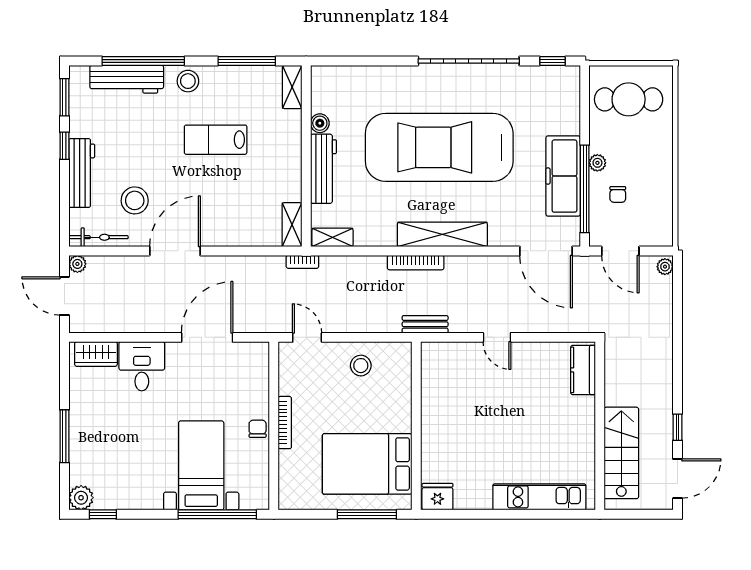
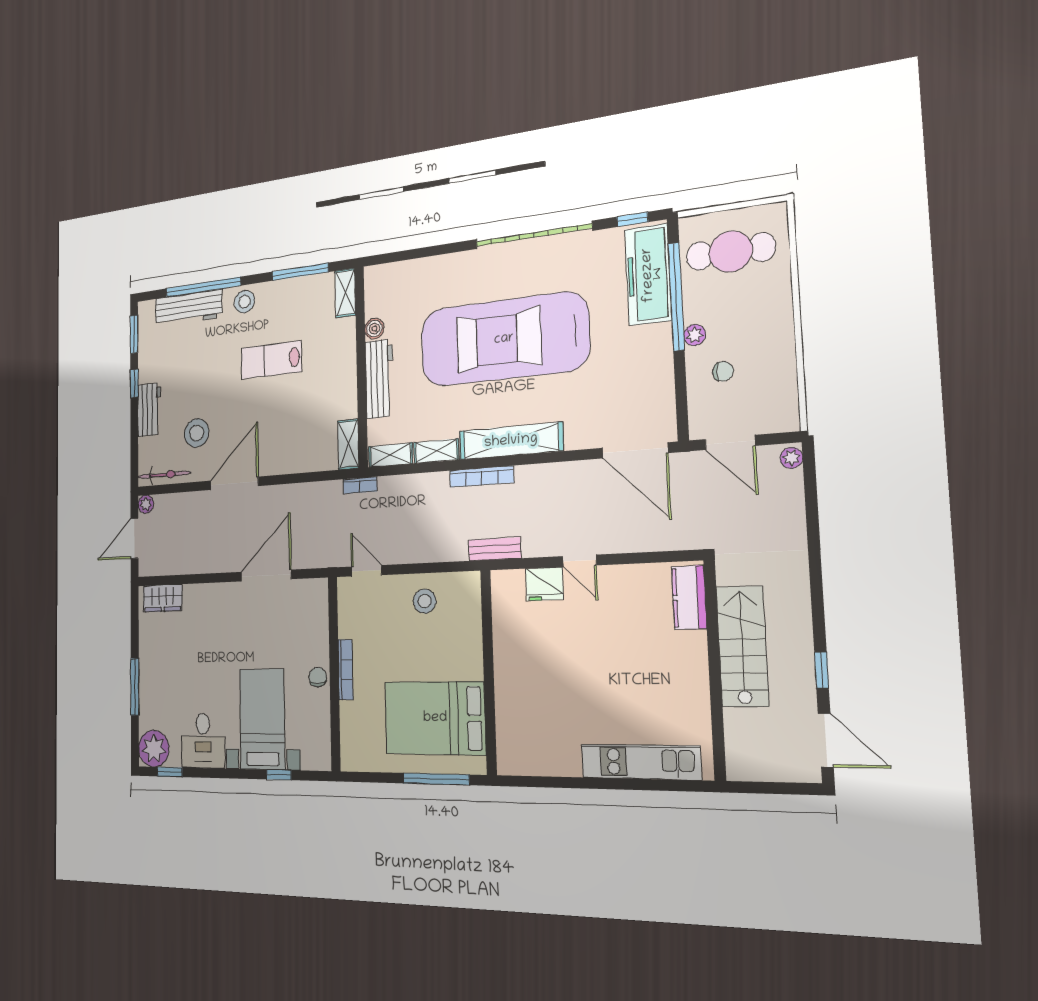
workbench: (82, 173) -> (149, 410), width x0.73
freezer: (563, 176) -> (648, 275), moved
window: (585, 189) -> (676, 297), moved
chair: (618, 194) -> (723, 371), turned -86
shelving: (375, 237) -> (436, 451), added
door: (64, 296) -> (135, 538), hinge flipped
desk: (142, 366) -> (203, 741), moved, turned 180
stairs: (621, 453) -> (742, 646), moved
door: (677, 479) -> (826, 740), hinge flipped
fridge: (437, 497) -> (544, 584), moved, turned 180
plant: (81, 498) -> (154, 749), width x1.36, depth x1.36
window: (217, 514) -> (279, 775), width x0.32

